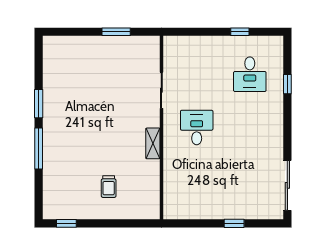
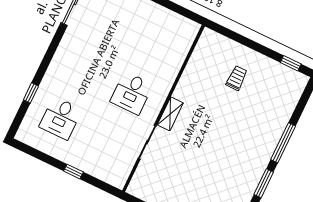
window: (240, 32) -> (73, 172), moved
desk: (250, 74) -> (61, 118), turned 180
shelving: (153, 143) -> (170, 114), moved

